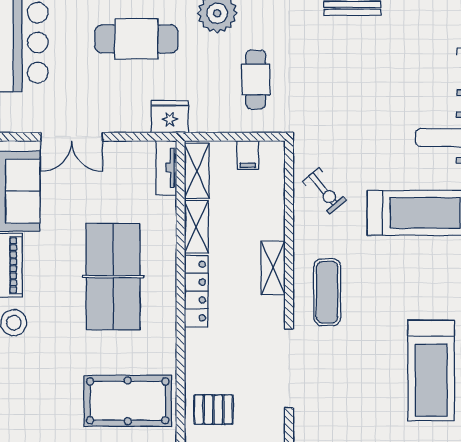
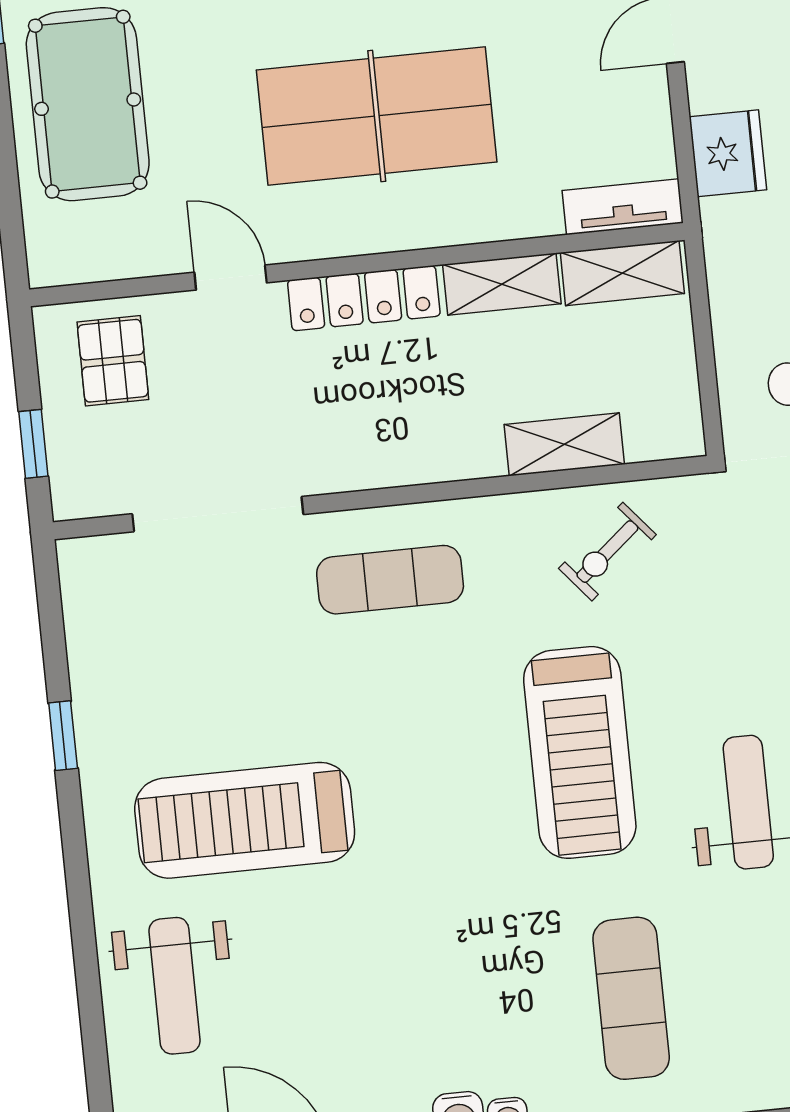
fridge: (170, 117) -> (728, 153), moved
filing cabinet: (248, 155) -> (667, 379), removed
shelving: (273, 268) -> (564, 444), moved
door: (181, 351) -> (231, 278), added
pool table: (128, 401) -> (88, 104), moved

